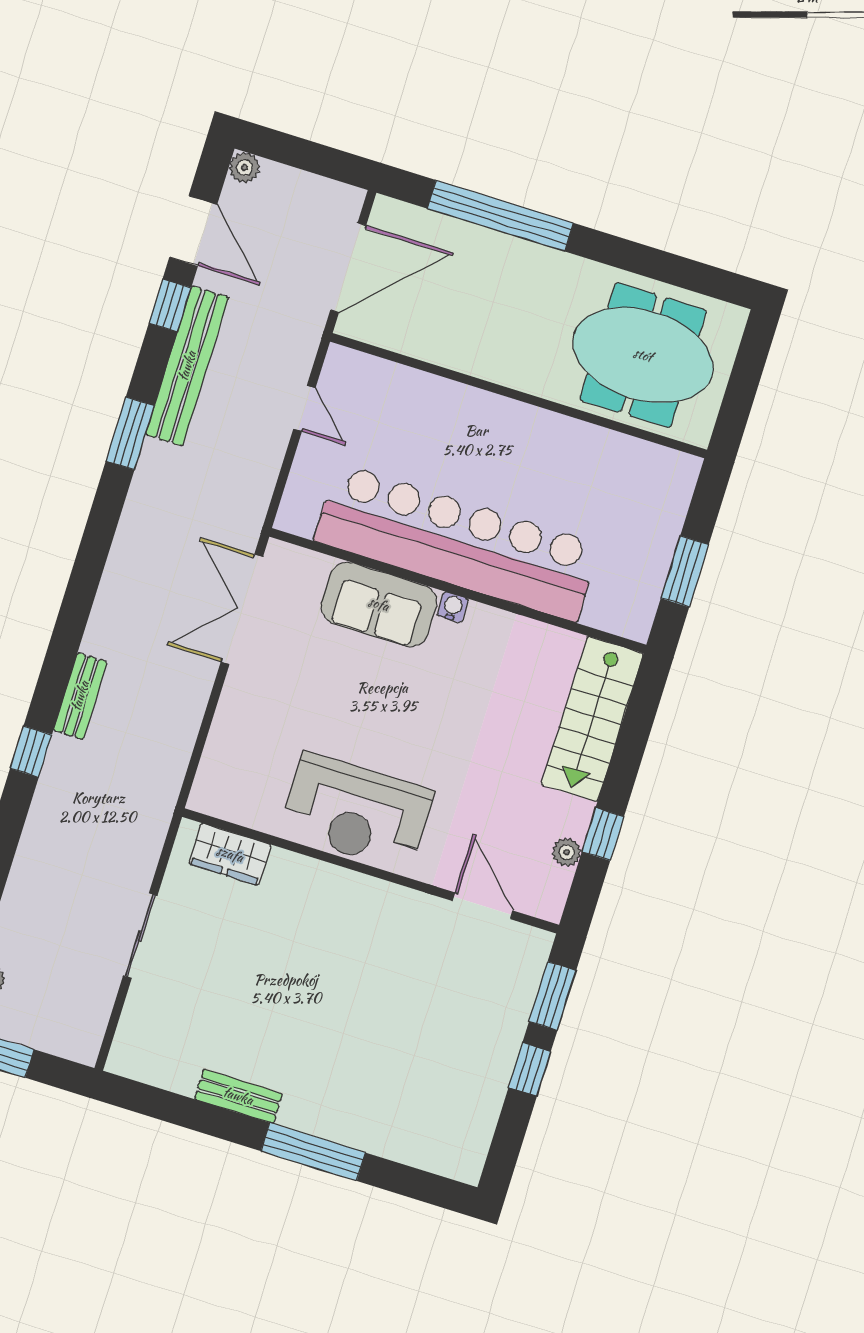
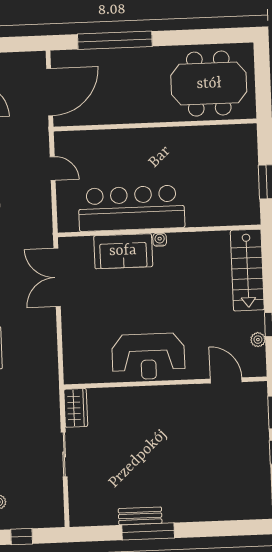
bar counter: (457, 543) -> (131, 208), width x0.73
wardrobe: (230, 854) -> (76, 408), moved, turned -90
window: (313, 1152) -> (148, 531), moved

